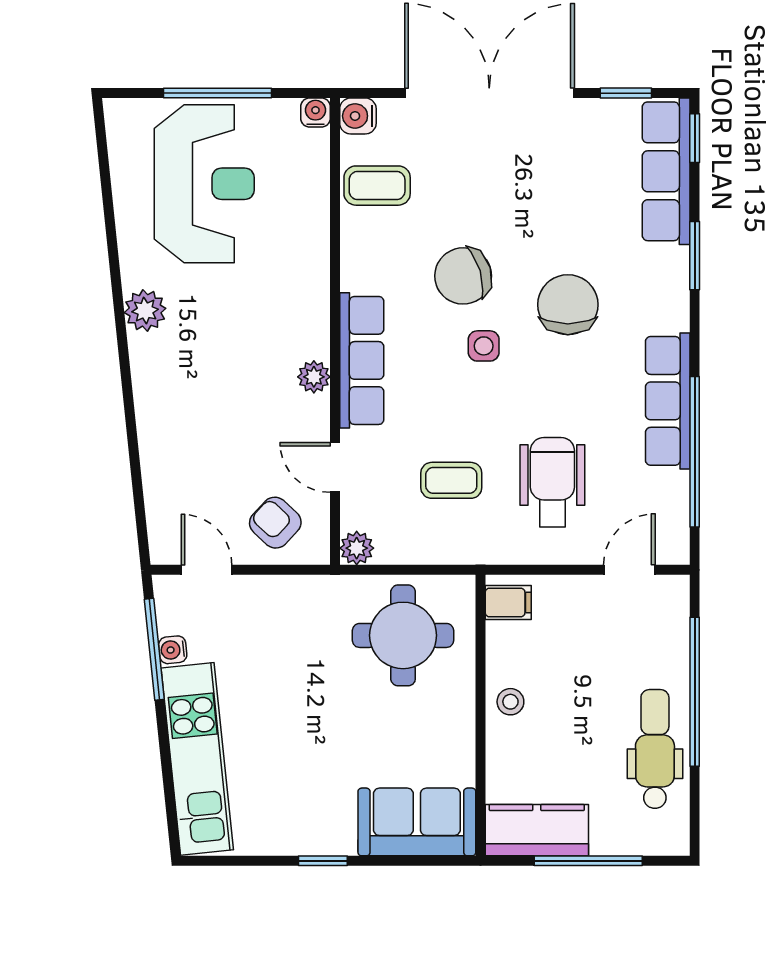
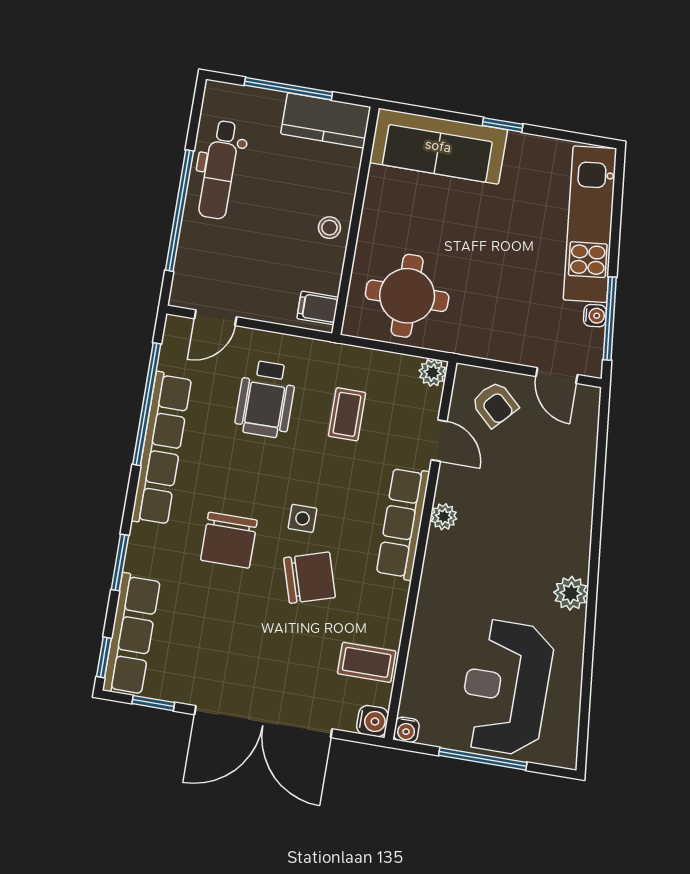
row of seats: (668, 401) -> (161, 449), width x1.36
coffee table: (451, 480) -> (347, 414), turned 90
sofa: (417, 822) -> (438, 146), width x1.36

